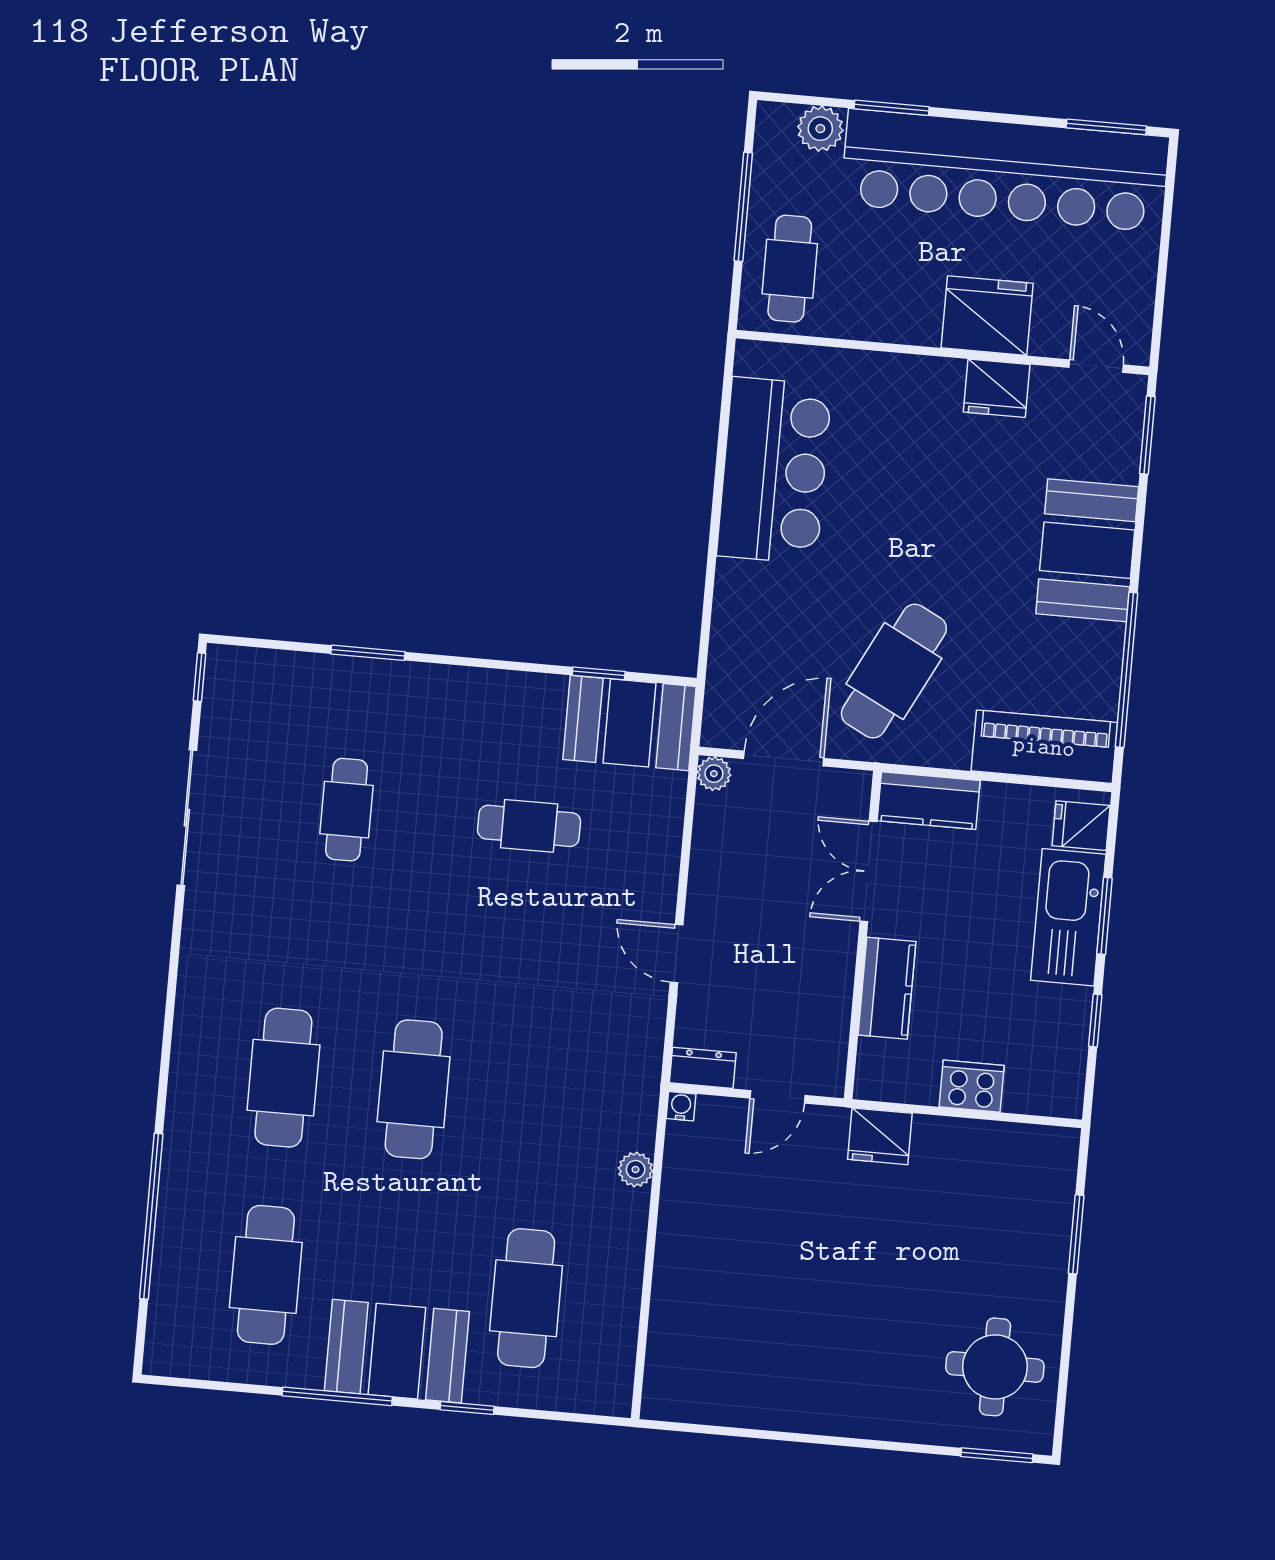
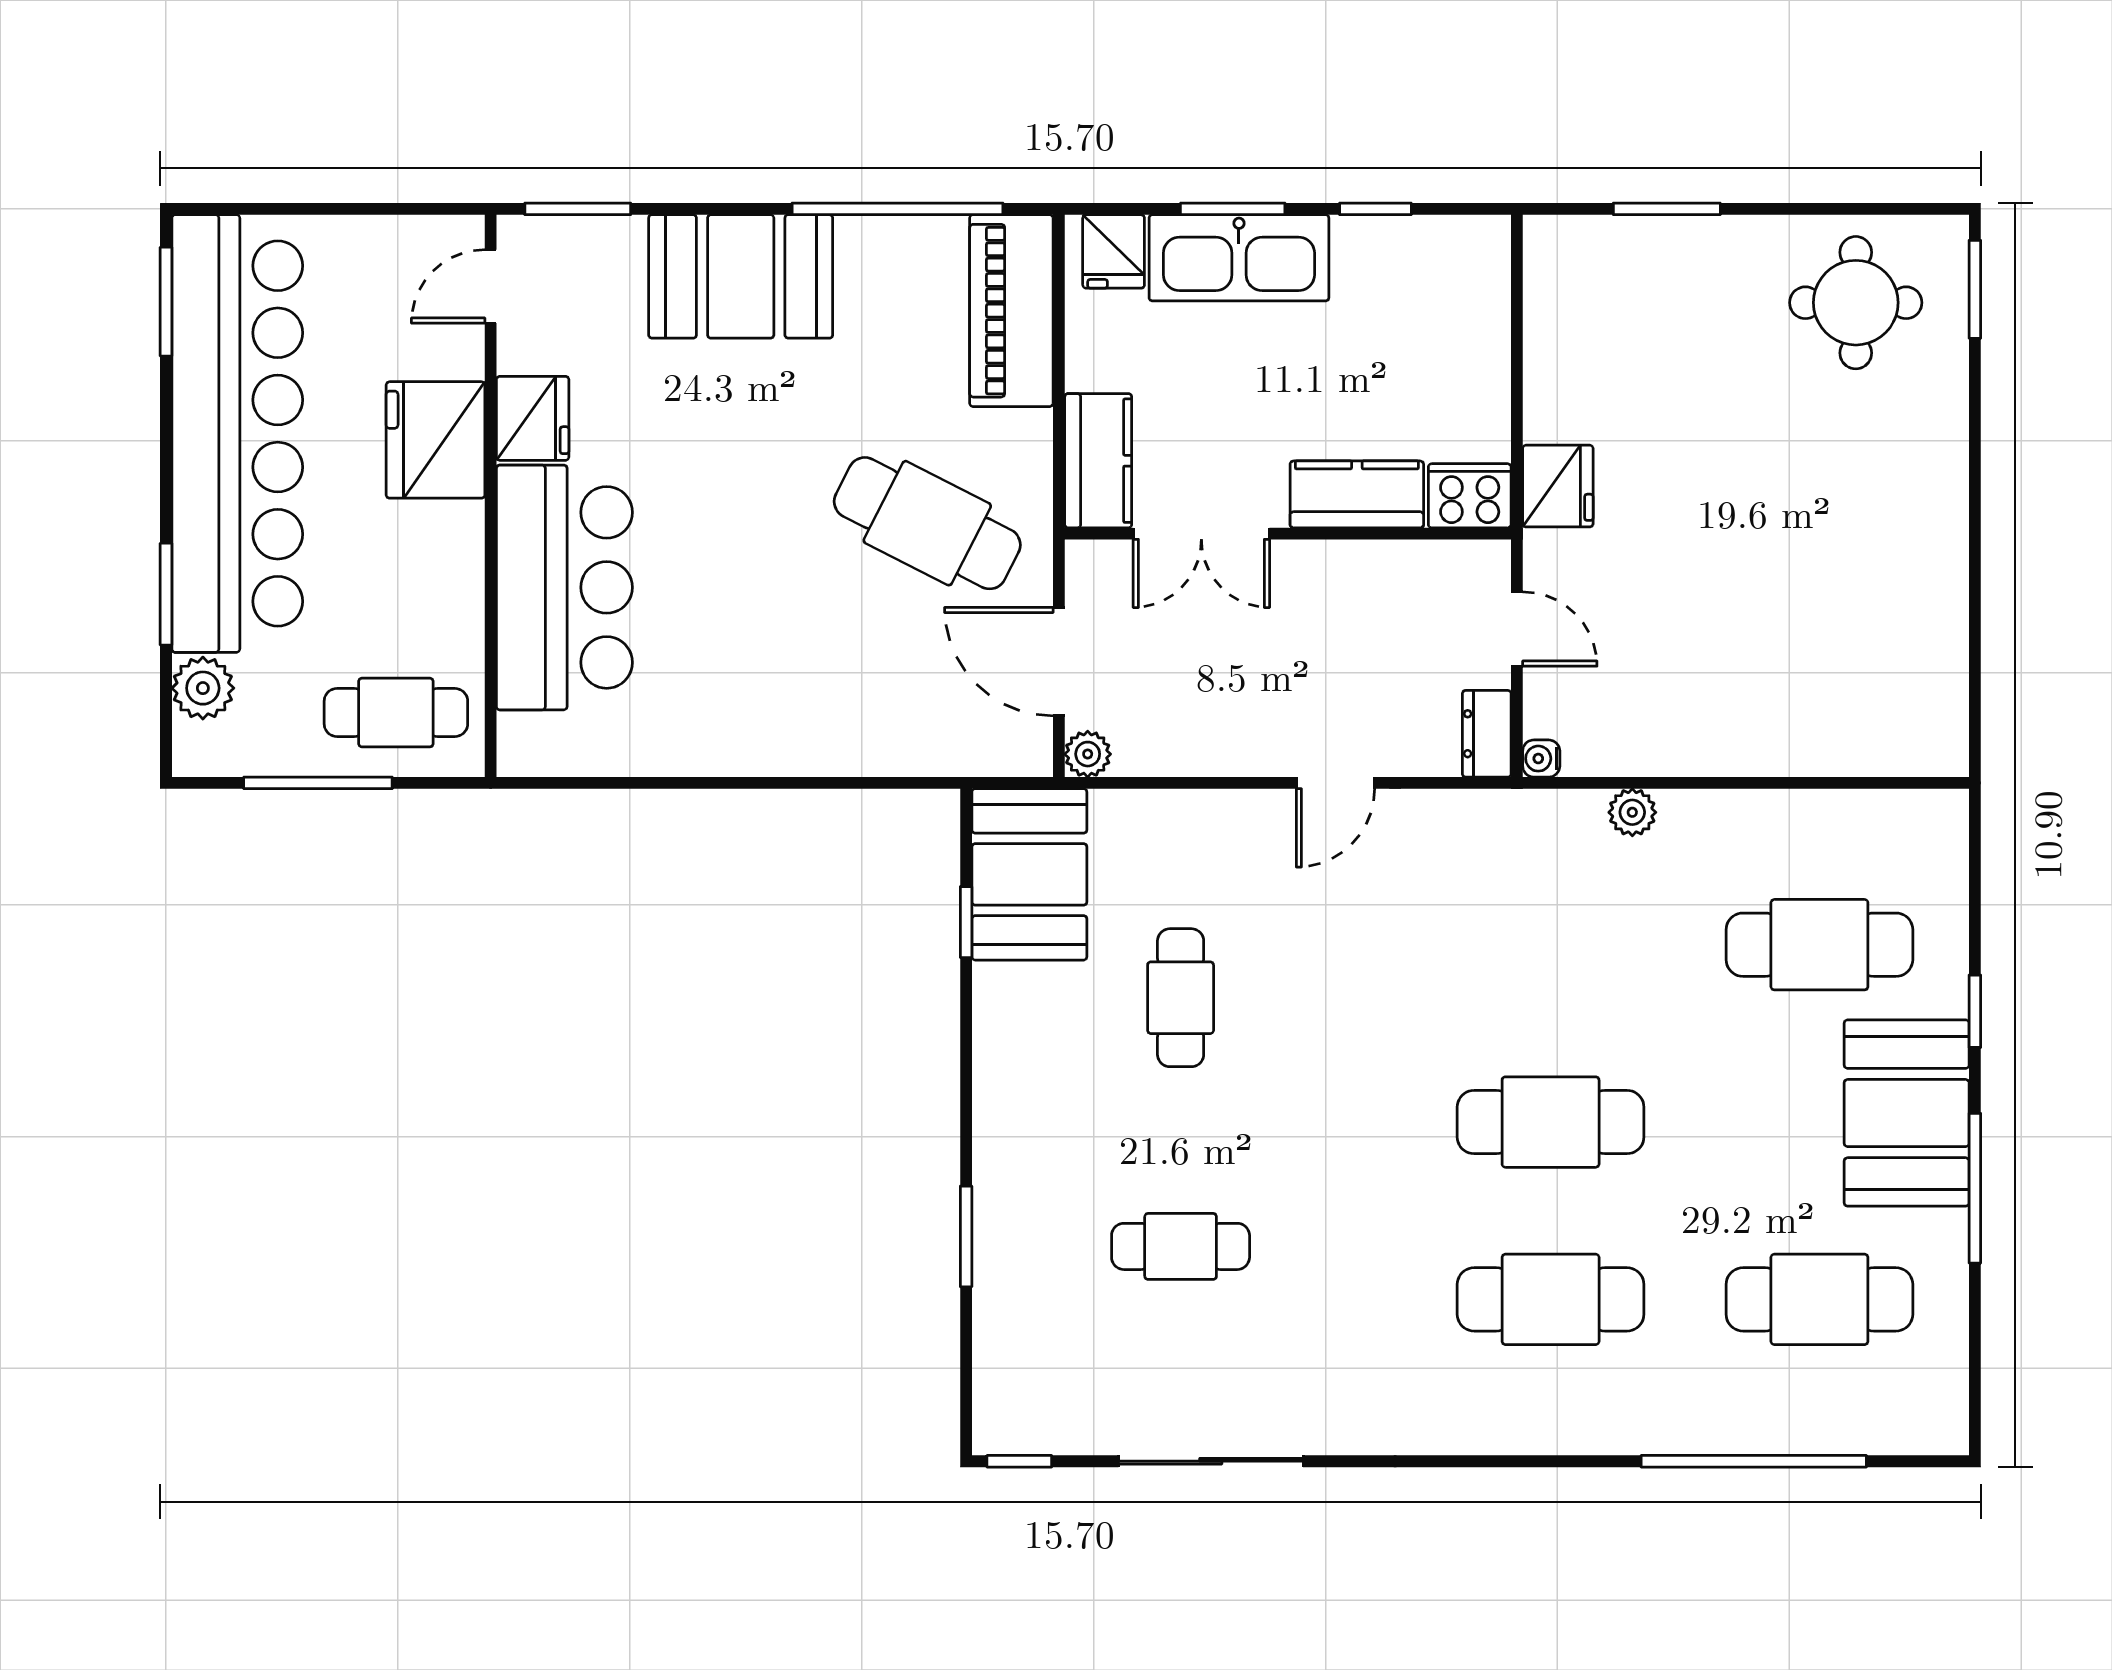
bar counter: (774, 470) -> (564, 587), moved, turned 90
cooker: (972, 1086) -> (1470, 496), moved, turned 90

